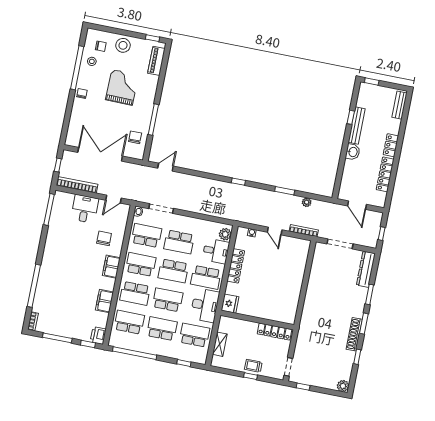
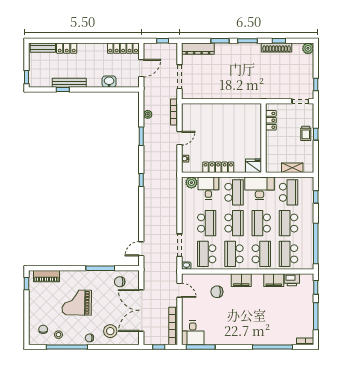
stool: (123, 45) -> (110, 331), moved
locker: (391, 145) -> (67, 48), moved
washbasin: (353, 152) -> (109, 82), moved
door: (165, 167) -> (141, 249), hinge flipped
locker: (385, 174) -> (123, 48), moved
desk: (85, 209) -> (193, 333), moved, turned -90
locker: (275, 332) -> (271, 120), width x0.66
shoe rack: (354, 334) -> (277, 47), moved
printer: (98, 335) -> (292, 280), moved
school desk: (194, 335) -> (289, 192), turned 180

